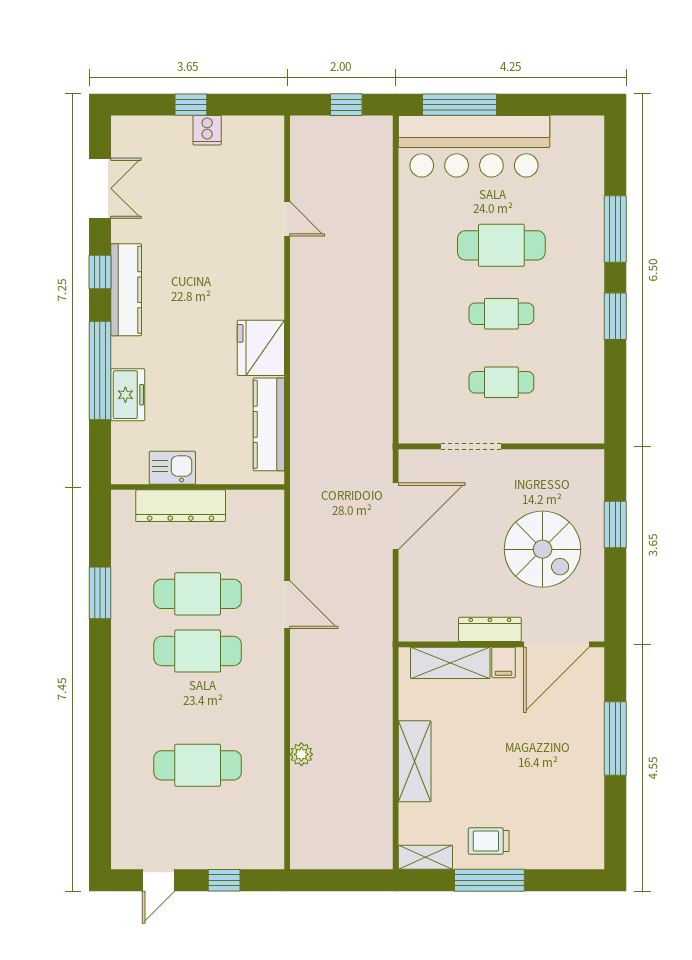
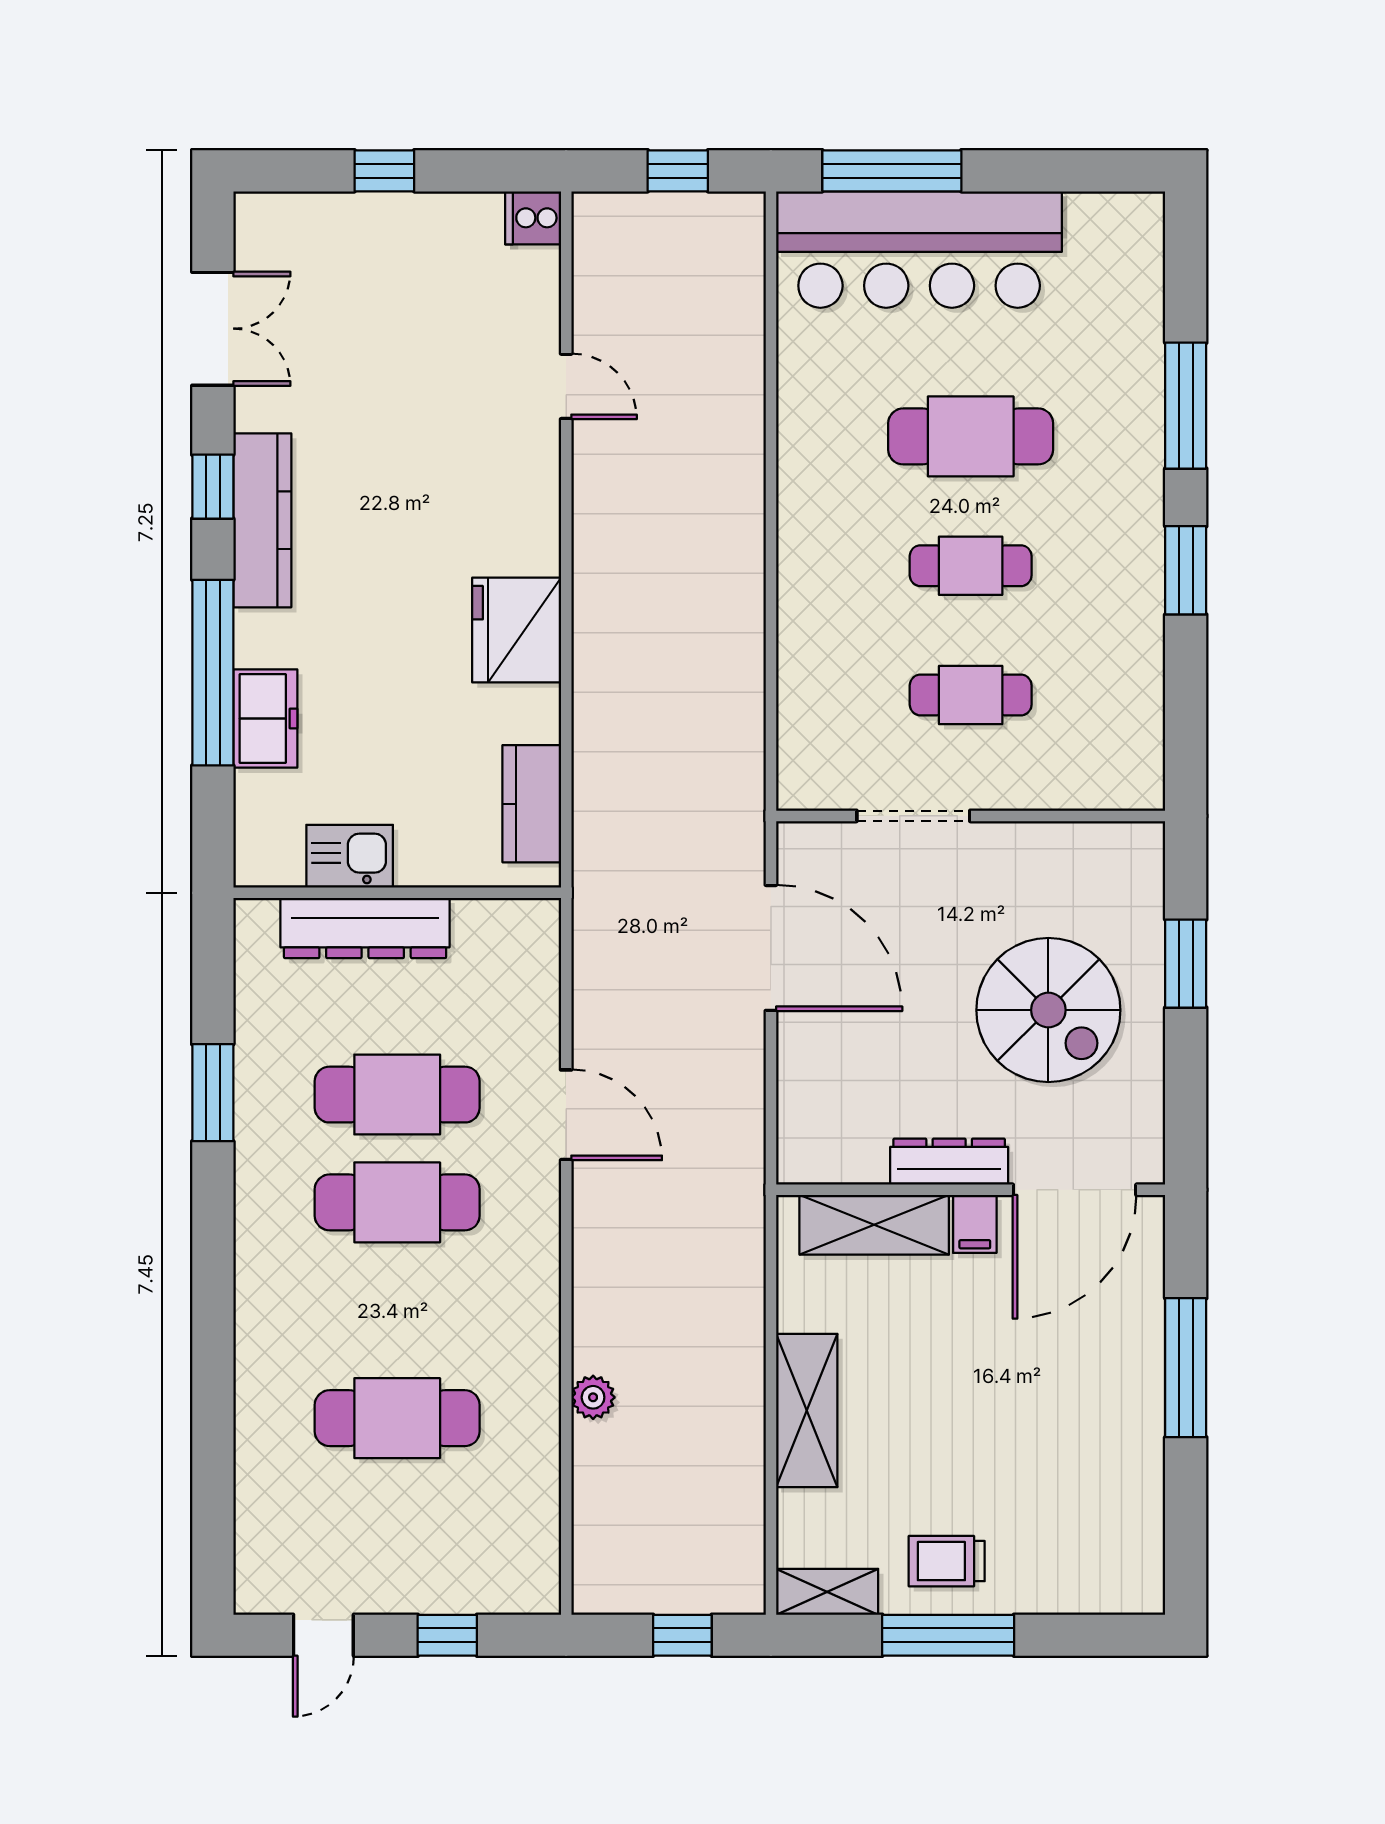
cooker: (207, 130) -> (533, 218), moved, turned 90
kitchen counter: (269, 424) -> (532, 804), width x0.67
door: (396, 516) -> (771, 948), hinge flipped
window: (349, 880) -> (682, 1635), added

